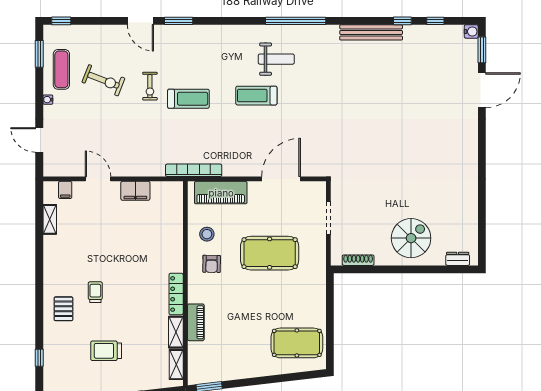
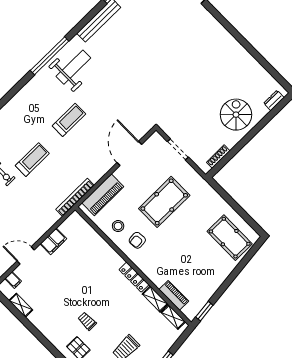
weight bench: (276, 59) -> (73, 67), moved, width x1.36, depth x1.33
treadmill: (256, 96) -> (69, 120), turned 180
armchair: (212, 264) -> (137, 240), turned 84
piano: (196, 322) -> (174, 295), moved
pool table: (297, 343) -> (230, 238), turned 90

